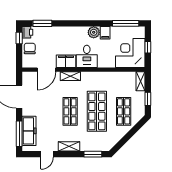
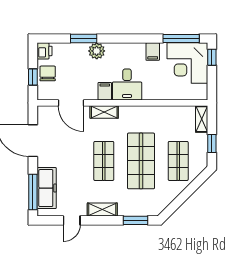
window: (42, 23) -> (84, 39), moved
plant: (94, 32) -> (97, 51), moved
window: (19, 38) -> (33, 77), moved
window: (148, 47) -> (212, 57), moved
corner desk: (130, 53) -> (187, 63), moved, turned -90
filing cabinet: (66, 61) -> (105, 91), width x0.50
door: (46, 70) -> (71, 103), hinge flipped

